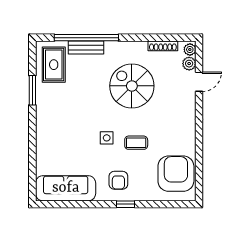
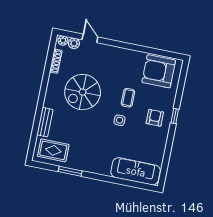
window: (86, 38) -> (37, 120), removed
armchair: (118, 180) -> (155, 118), turned -90
sofa: (66, 188) -> (136, 171), moved, turned 90

